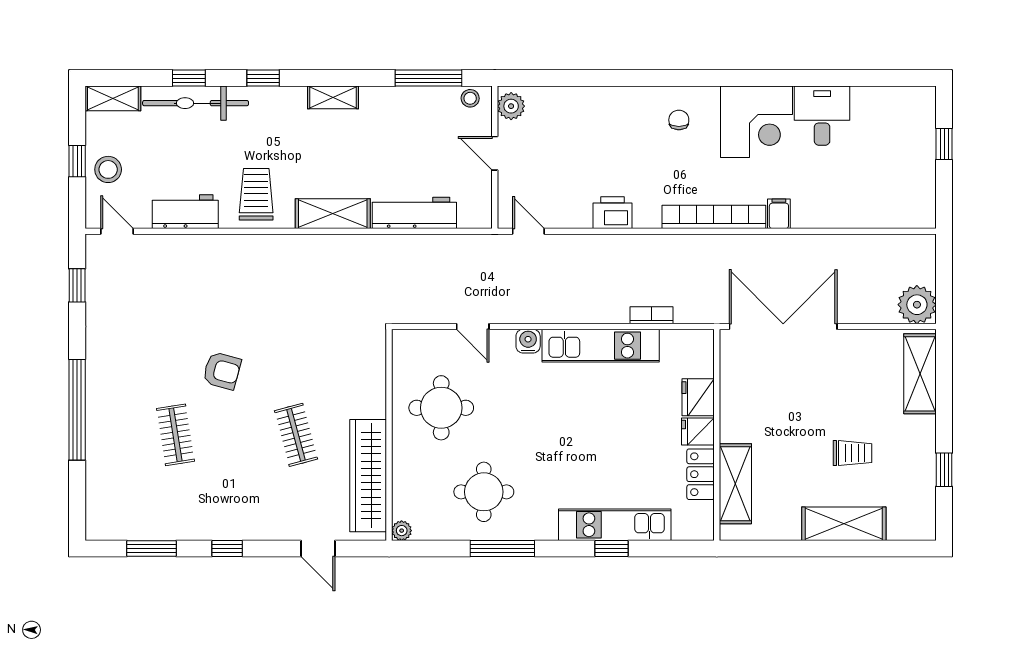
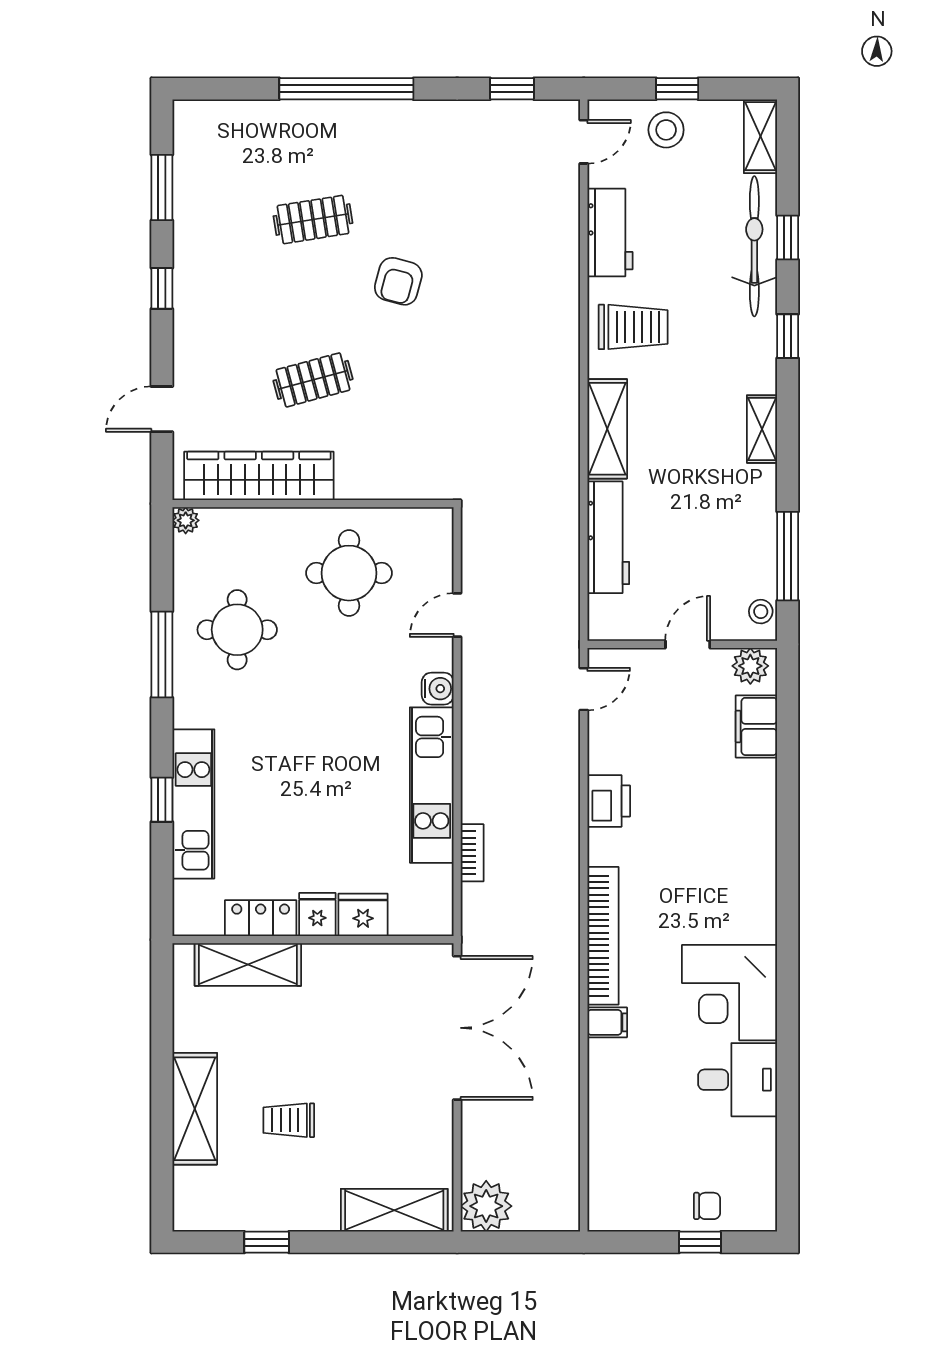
filing cabinet: (556, 102) -> (756, 726), added
chair: (679, 120) -> (707, 1206), moved
trolley: (852, 453) -> (289, 1120), turned 90

